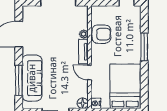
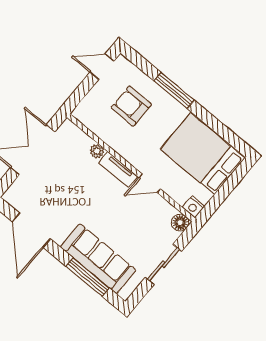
armchair: (101, 34) -> (131, 106), moved, turned -90

